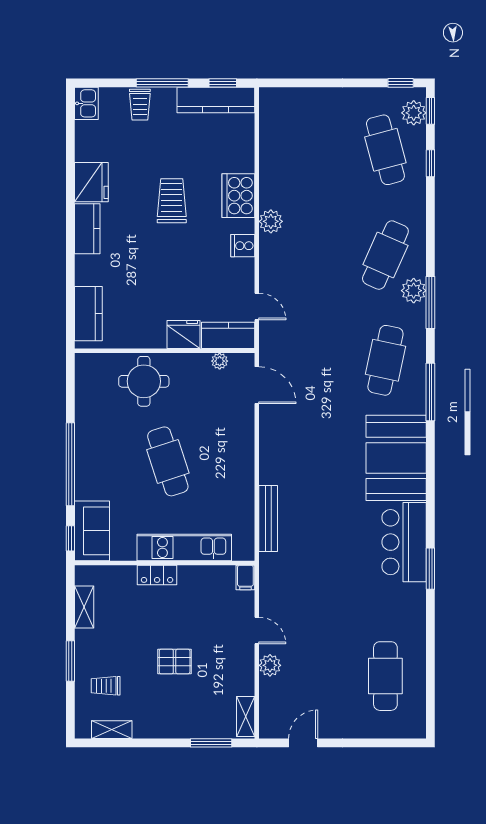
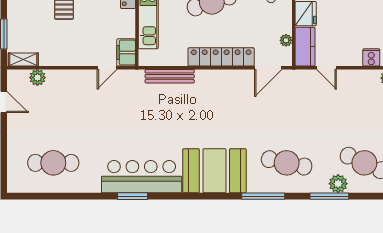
door: (257, 306) -> (326, 68), hinge flipped
locker: (242, 449) -> (221, 57), added
bar counter: (404, 542) -> (142, 177), width x1.36
filing cabinet: (245, 577) -> (126, 52), width x2.00
door: (257, 630) -> (107, 68), moved
plant: (270, 665) -> (37, 78), moved

